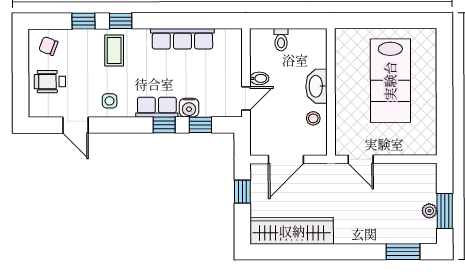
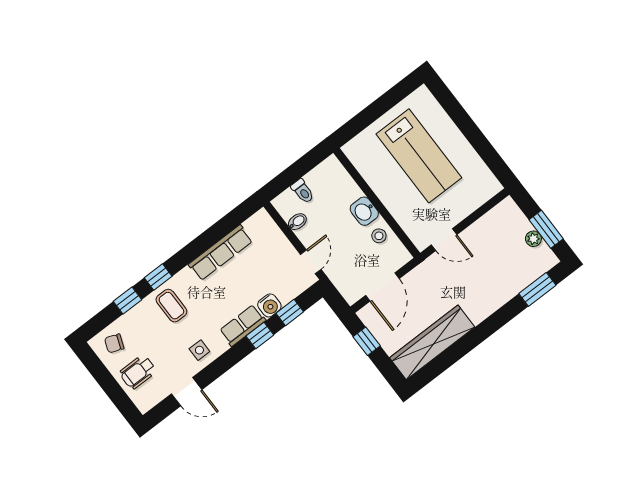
bidet: (259, 78) -> (297, 222), moved
washbasin: (316, 86) -> (364, 211), width x0.72

